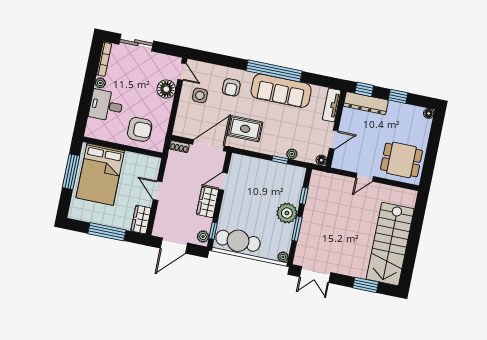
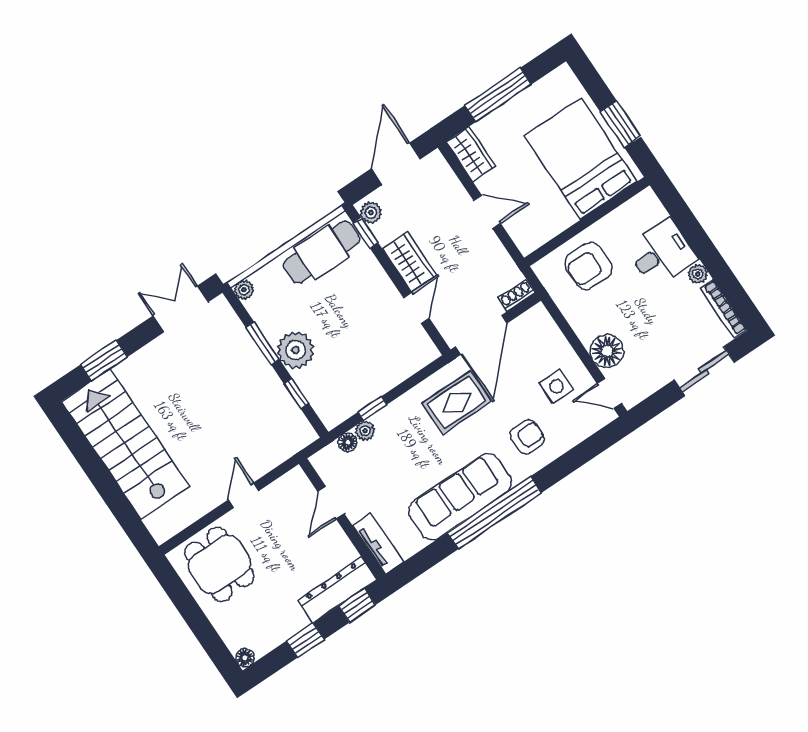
armchair: (231, 87) -> (527, 437), turned 90
floor lamp: (321, 160) -> (348, 442), moved
dining table: (401, 160) -> (219, 564), turned 90
window: (71, 172) -> (621, 124), width x0.69

